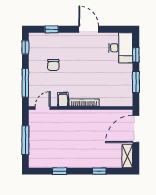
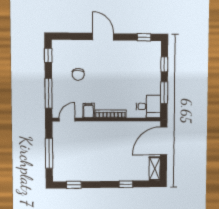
window: (52, 29) -> (144, 37), moved
door: (89, 29) -> (103, 37), moved
desk: (121, 48) -> (148, 106), moved, width x0.73
window: (60, 171) -> (74, 185), moved

